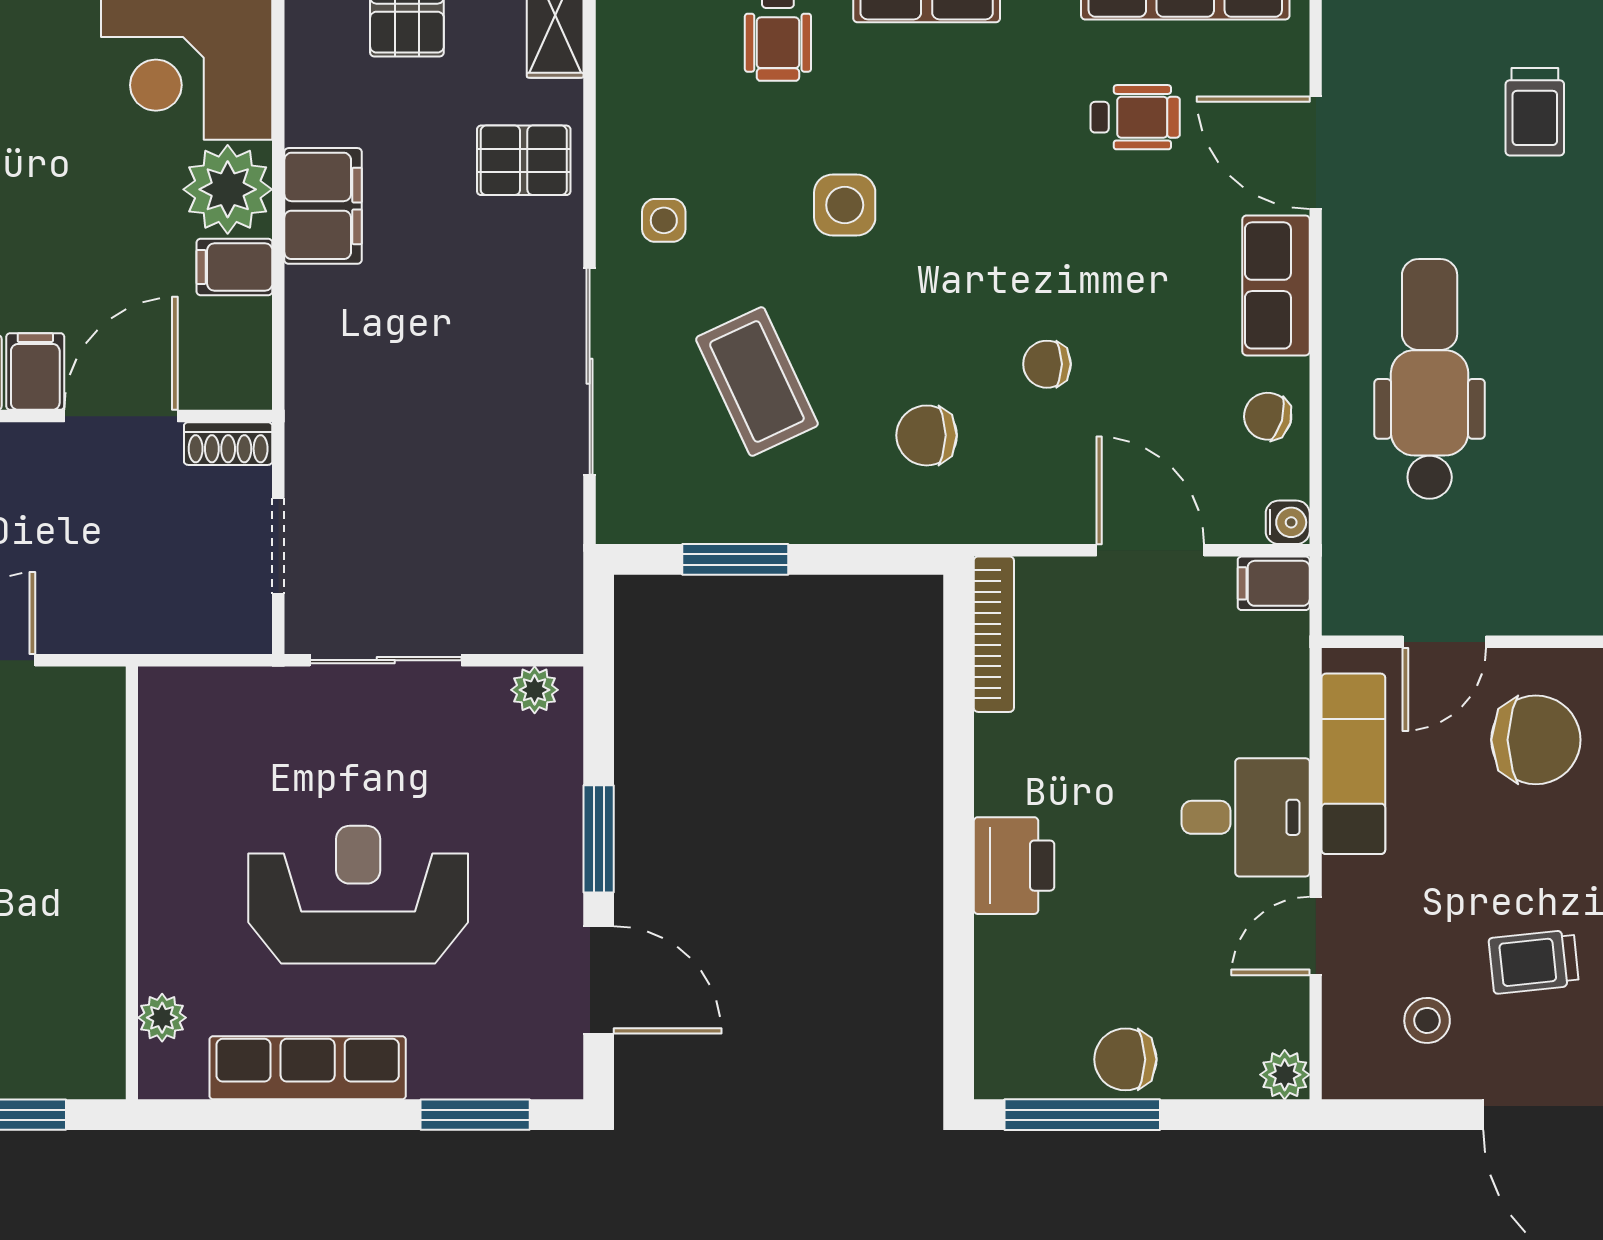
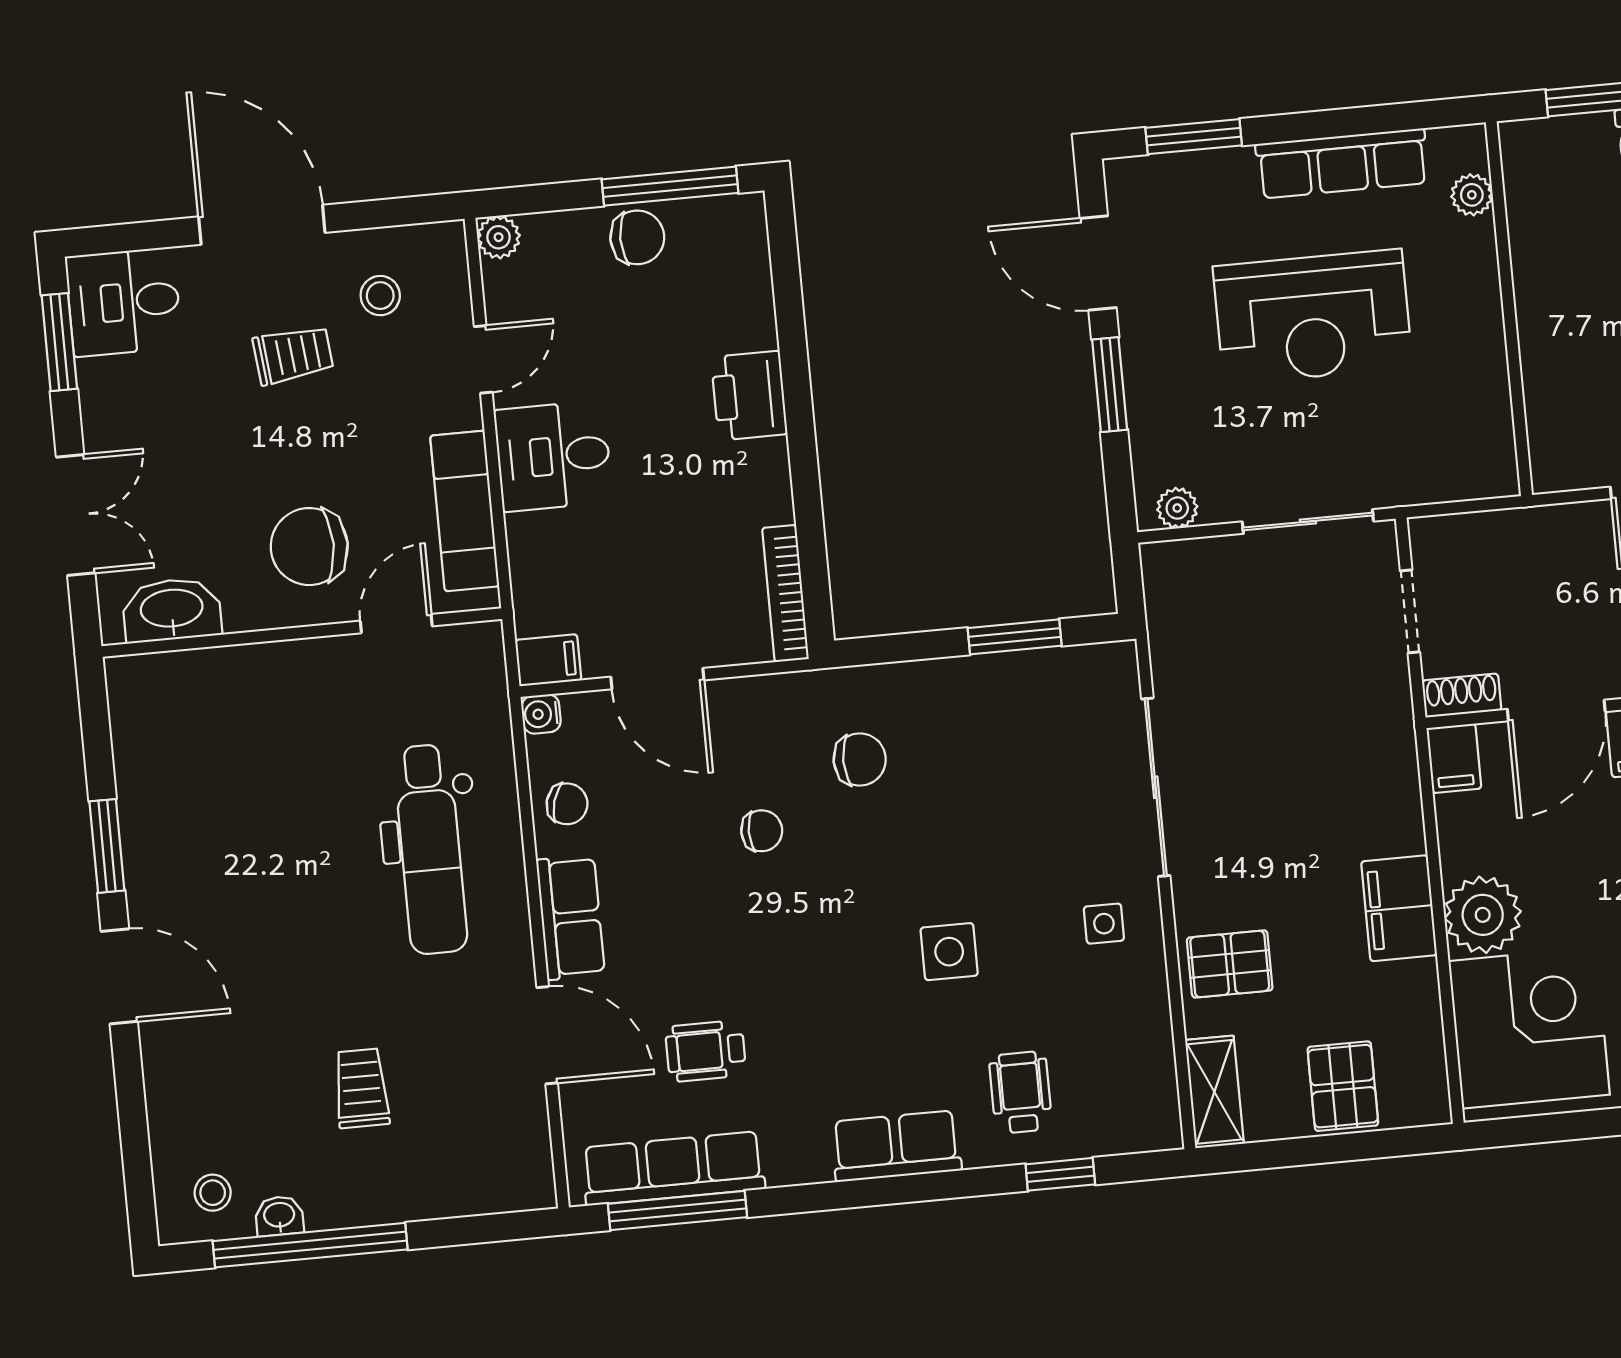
filing cabinet: (234, 267) -> (1454, 758), moved, turned 90
coffee table: (757, 381) -> (1010, 792), removed

